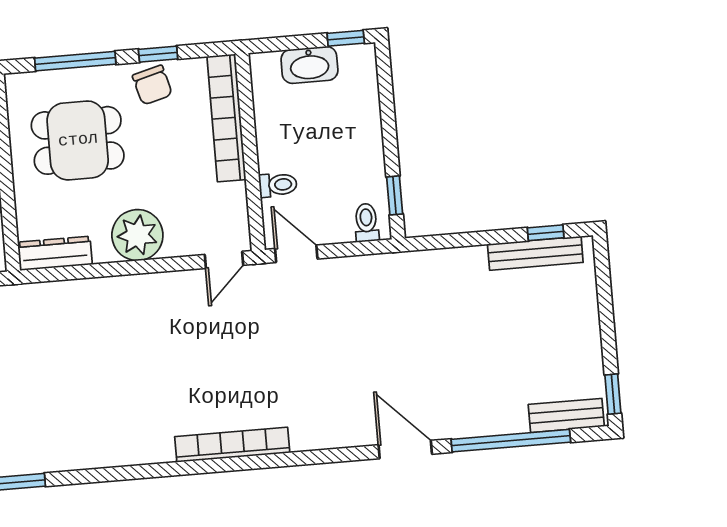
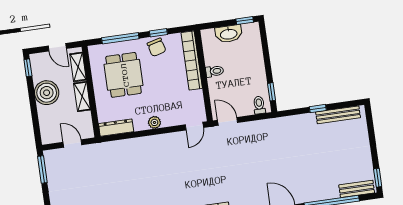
dining table: (78, 140) -> (124, 75), turned 90
toilet: (278, 185) -> (215, 71), moved
window: (546, 233) -> (318, 109), moved
plant: (137, 235) -> (154, 122), width x0.53, depth x0.53

